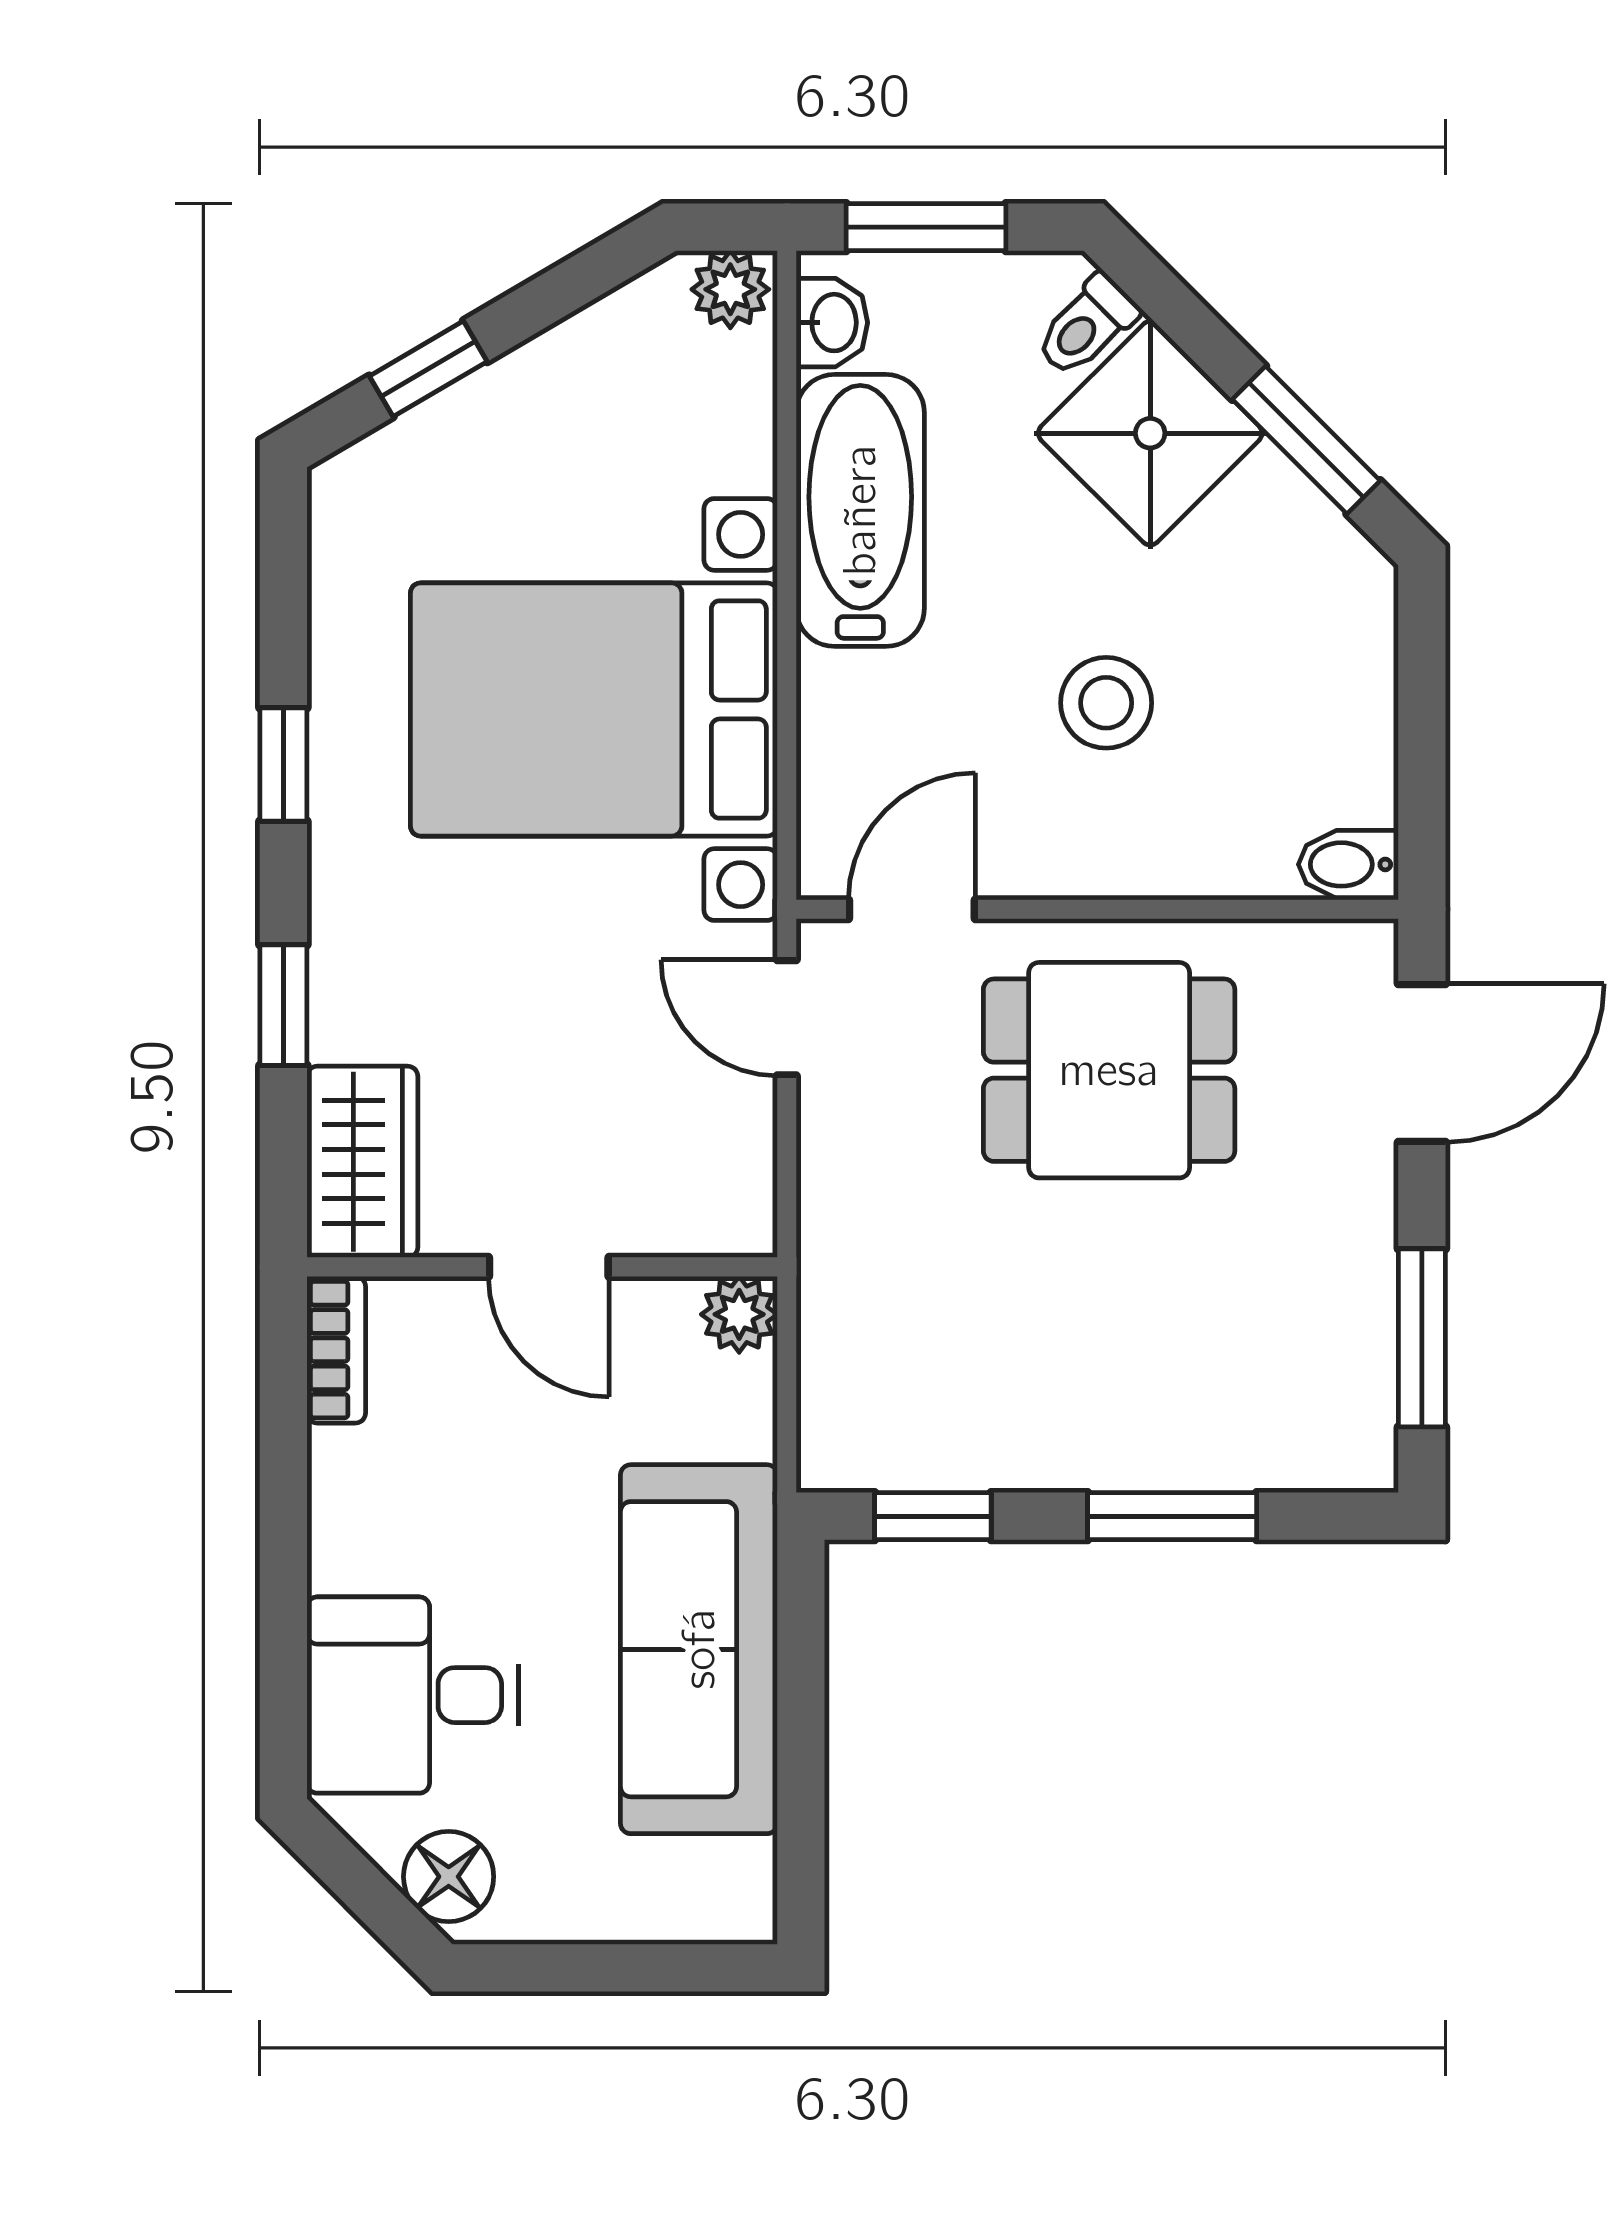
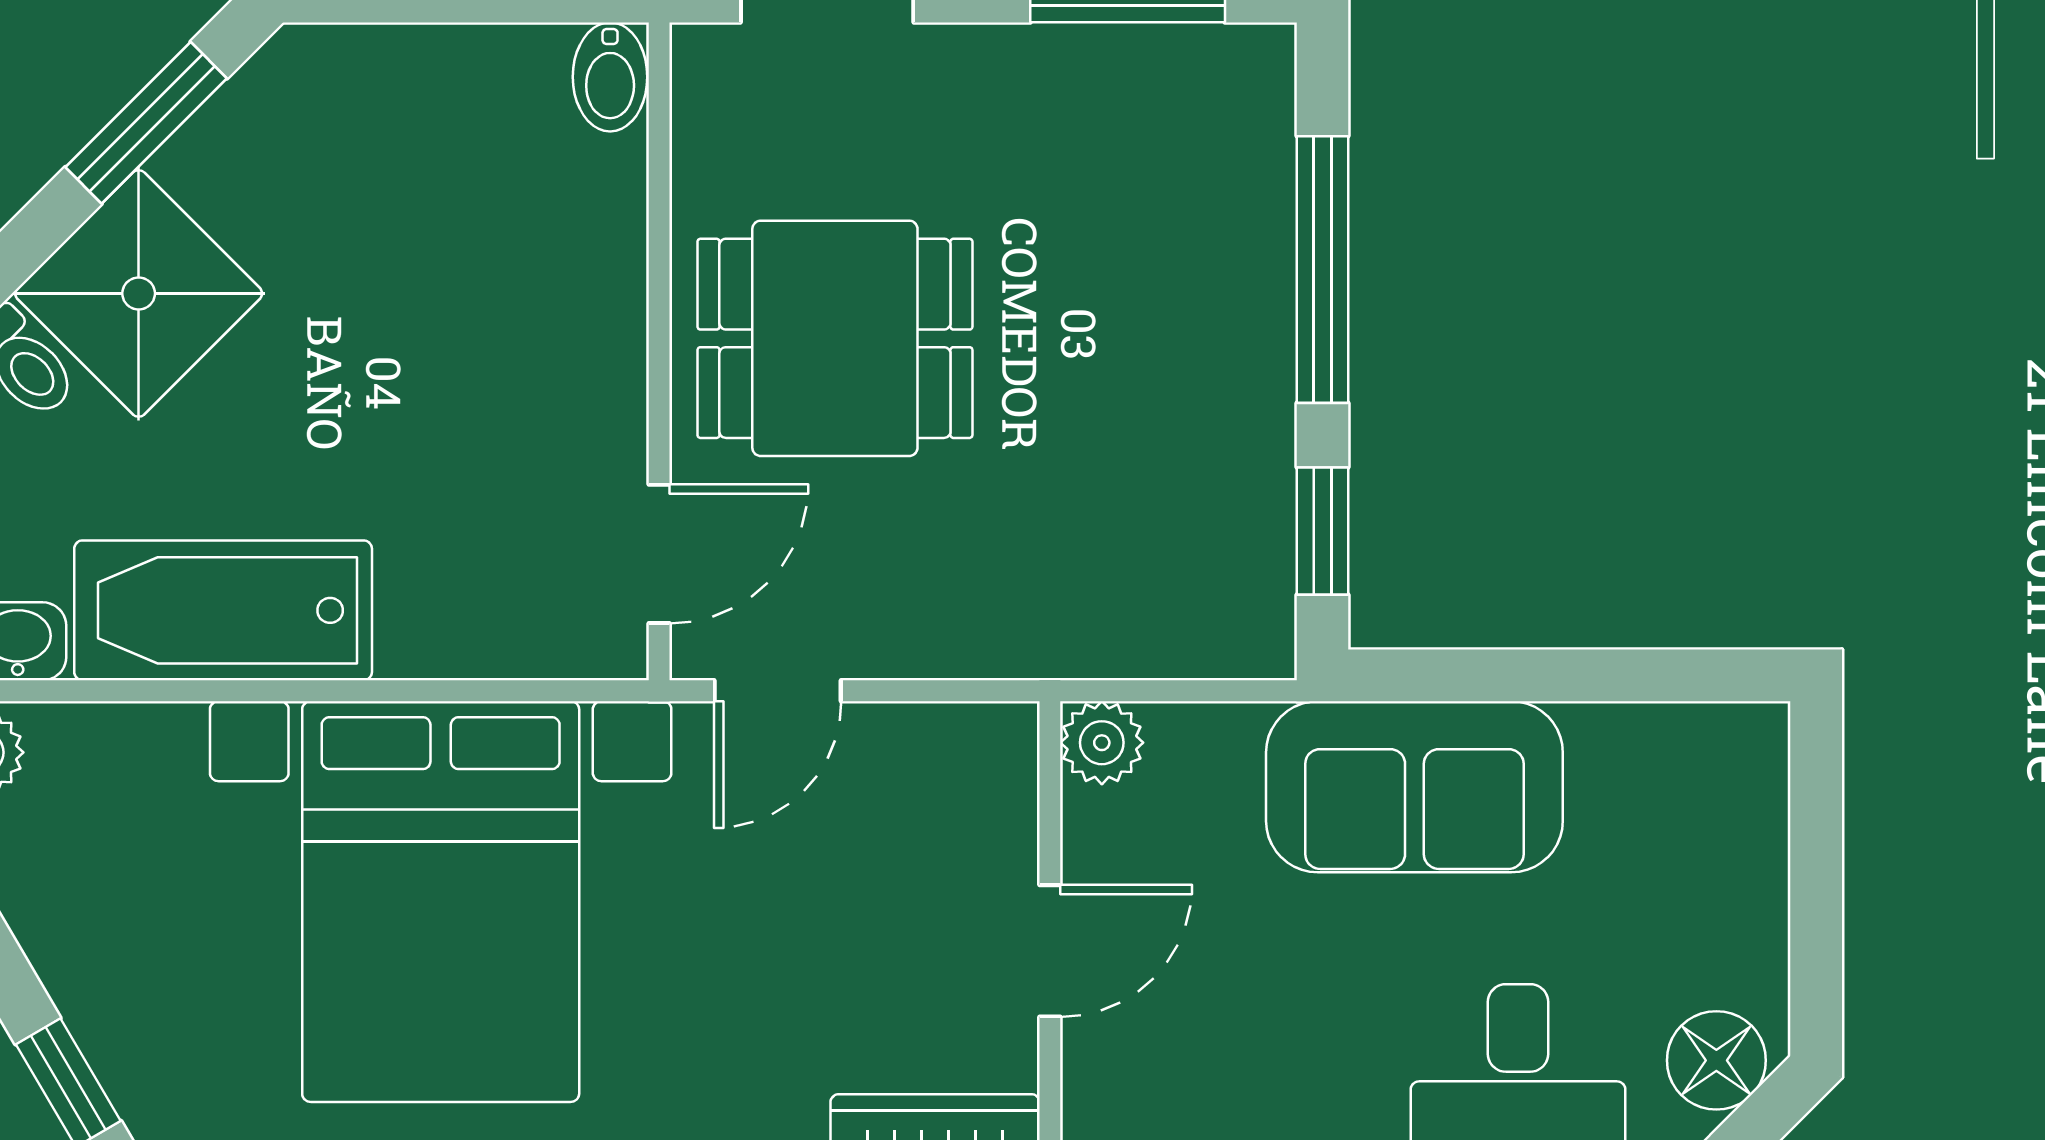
stool: (1106, 703) -> (433, 342), removed
door: (912, 909) -> (659, 554), swing flipped
dining table: (1109, 1070) -> (835, 338), turned 90
window: (1172, 1516) -> (1322, 270), width x1.44
sofa: (699, 1649) -> (1414, 787), width x0.73

